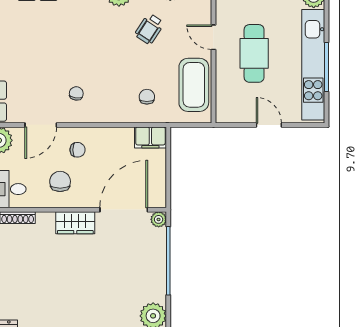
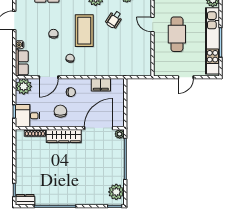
coffee table: (194, 85) -> (84, 31), moved
chair: (147, 97) -> (53, 34), moved
door: (269, 125) -> (186, 77), swing flipped
filing cabinet: (150, 137) -> (101, 85), moved
wardrobe: (75, 223) -> (64, 136), width x1.50

